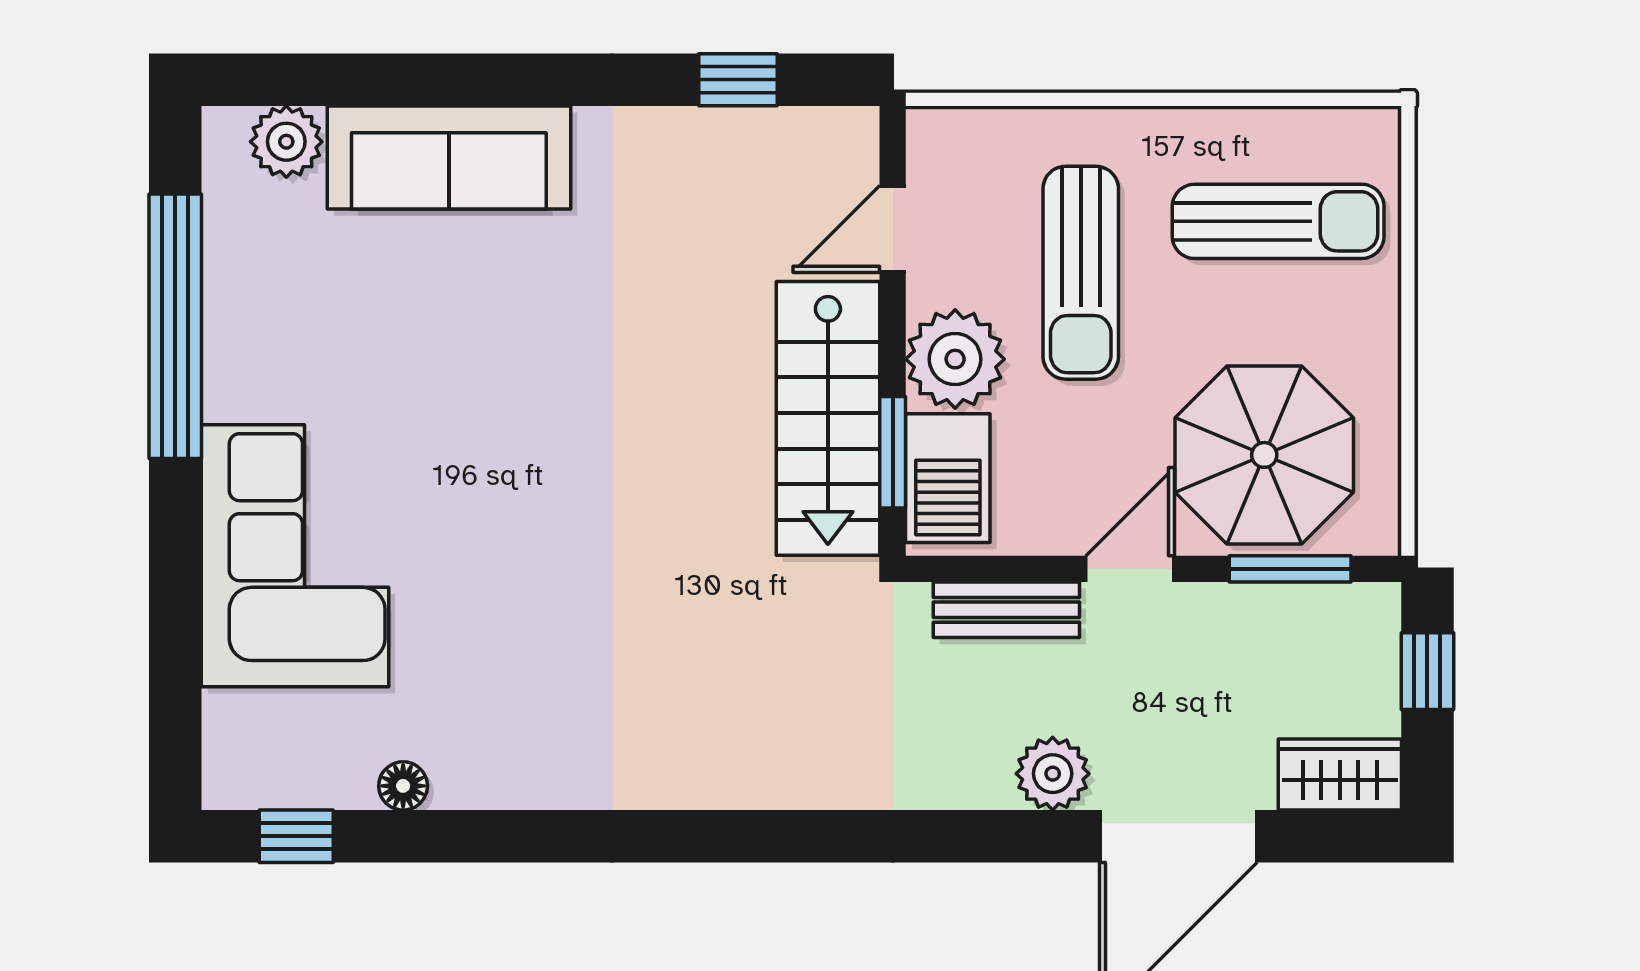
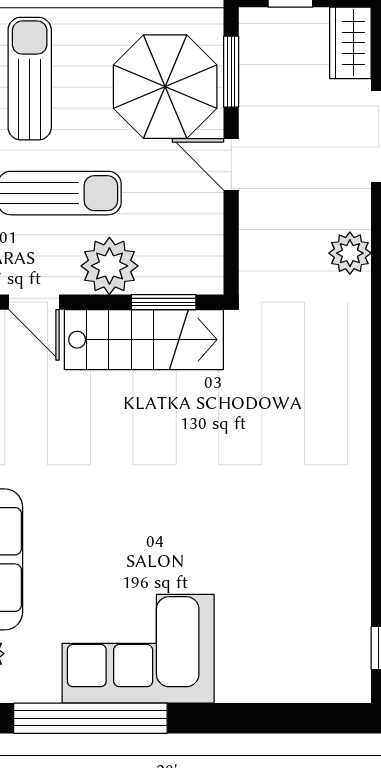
barbecue: (948, 478) -> (179, 270), removed
corner sofa: (295, 556) -> (138, 649), moved
bench: (1006, 610) -> (255, 236), removed
plant: (1053, 774) -> (350, 253), moved
floor lamp: (403, 786) -> (357, 586), removed

